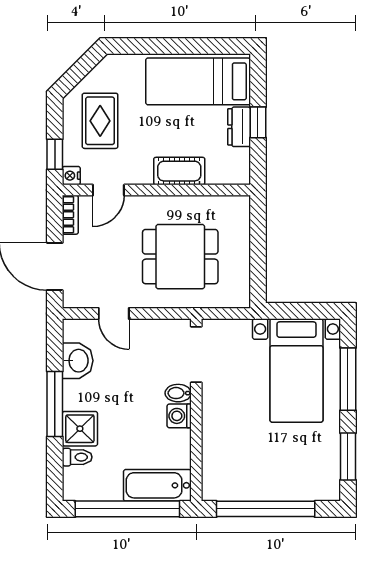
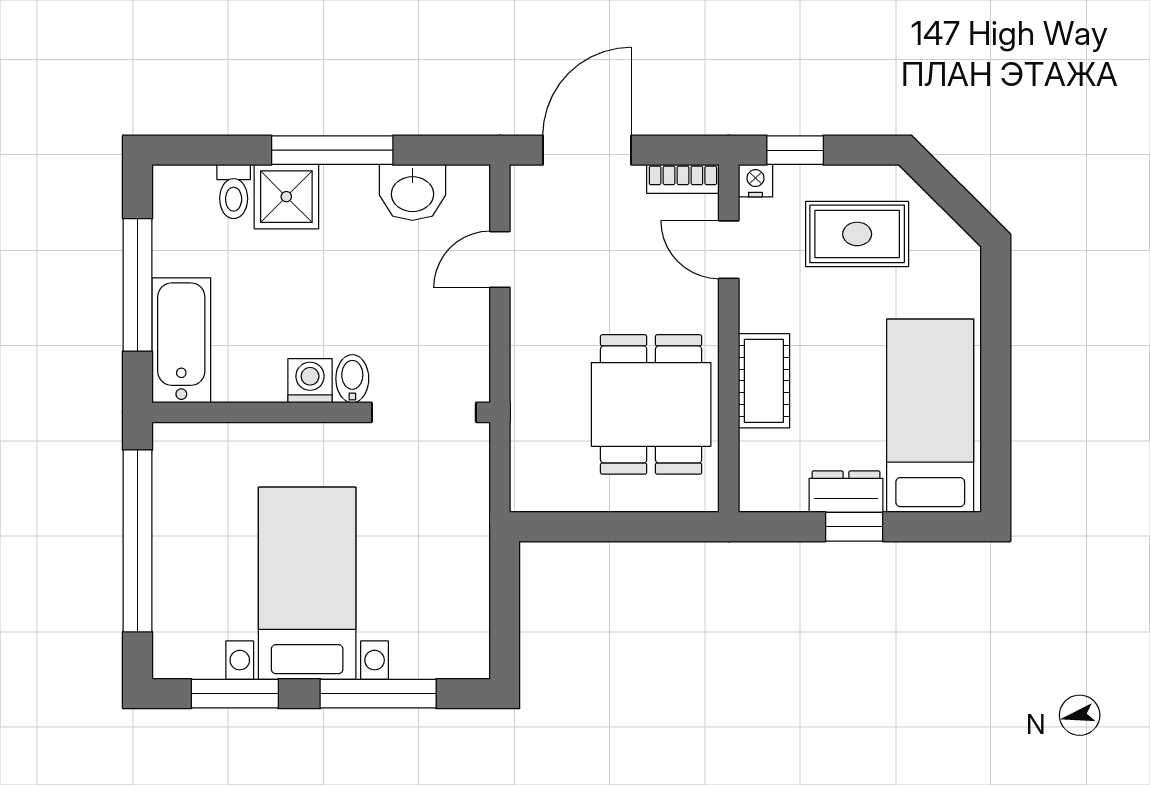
dining table: (180, 257) -> (651, 404), moved
bed with nightstands: (296, 370) -> (307, 583), moved, turned 90
window: (127, 509) -> (138, 285), width x0.68

